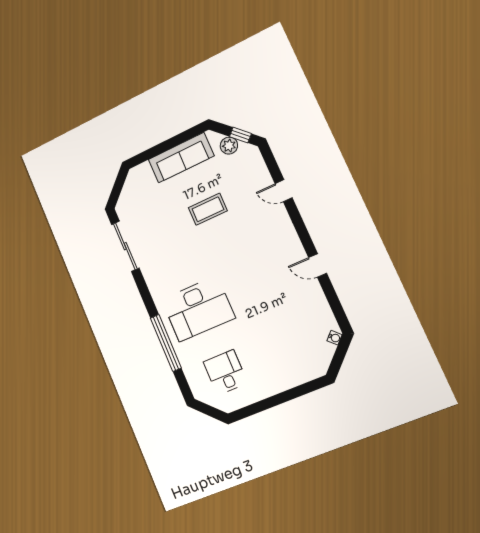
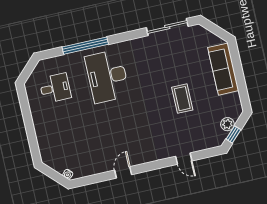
sofa: (181, 158) -> (223, 69), moved
door: (284, 191) -> (184, 159), swing flipped

